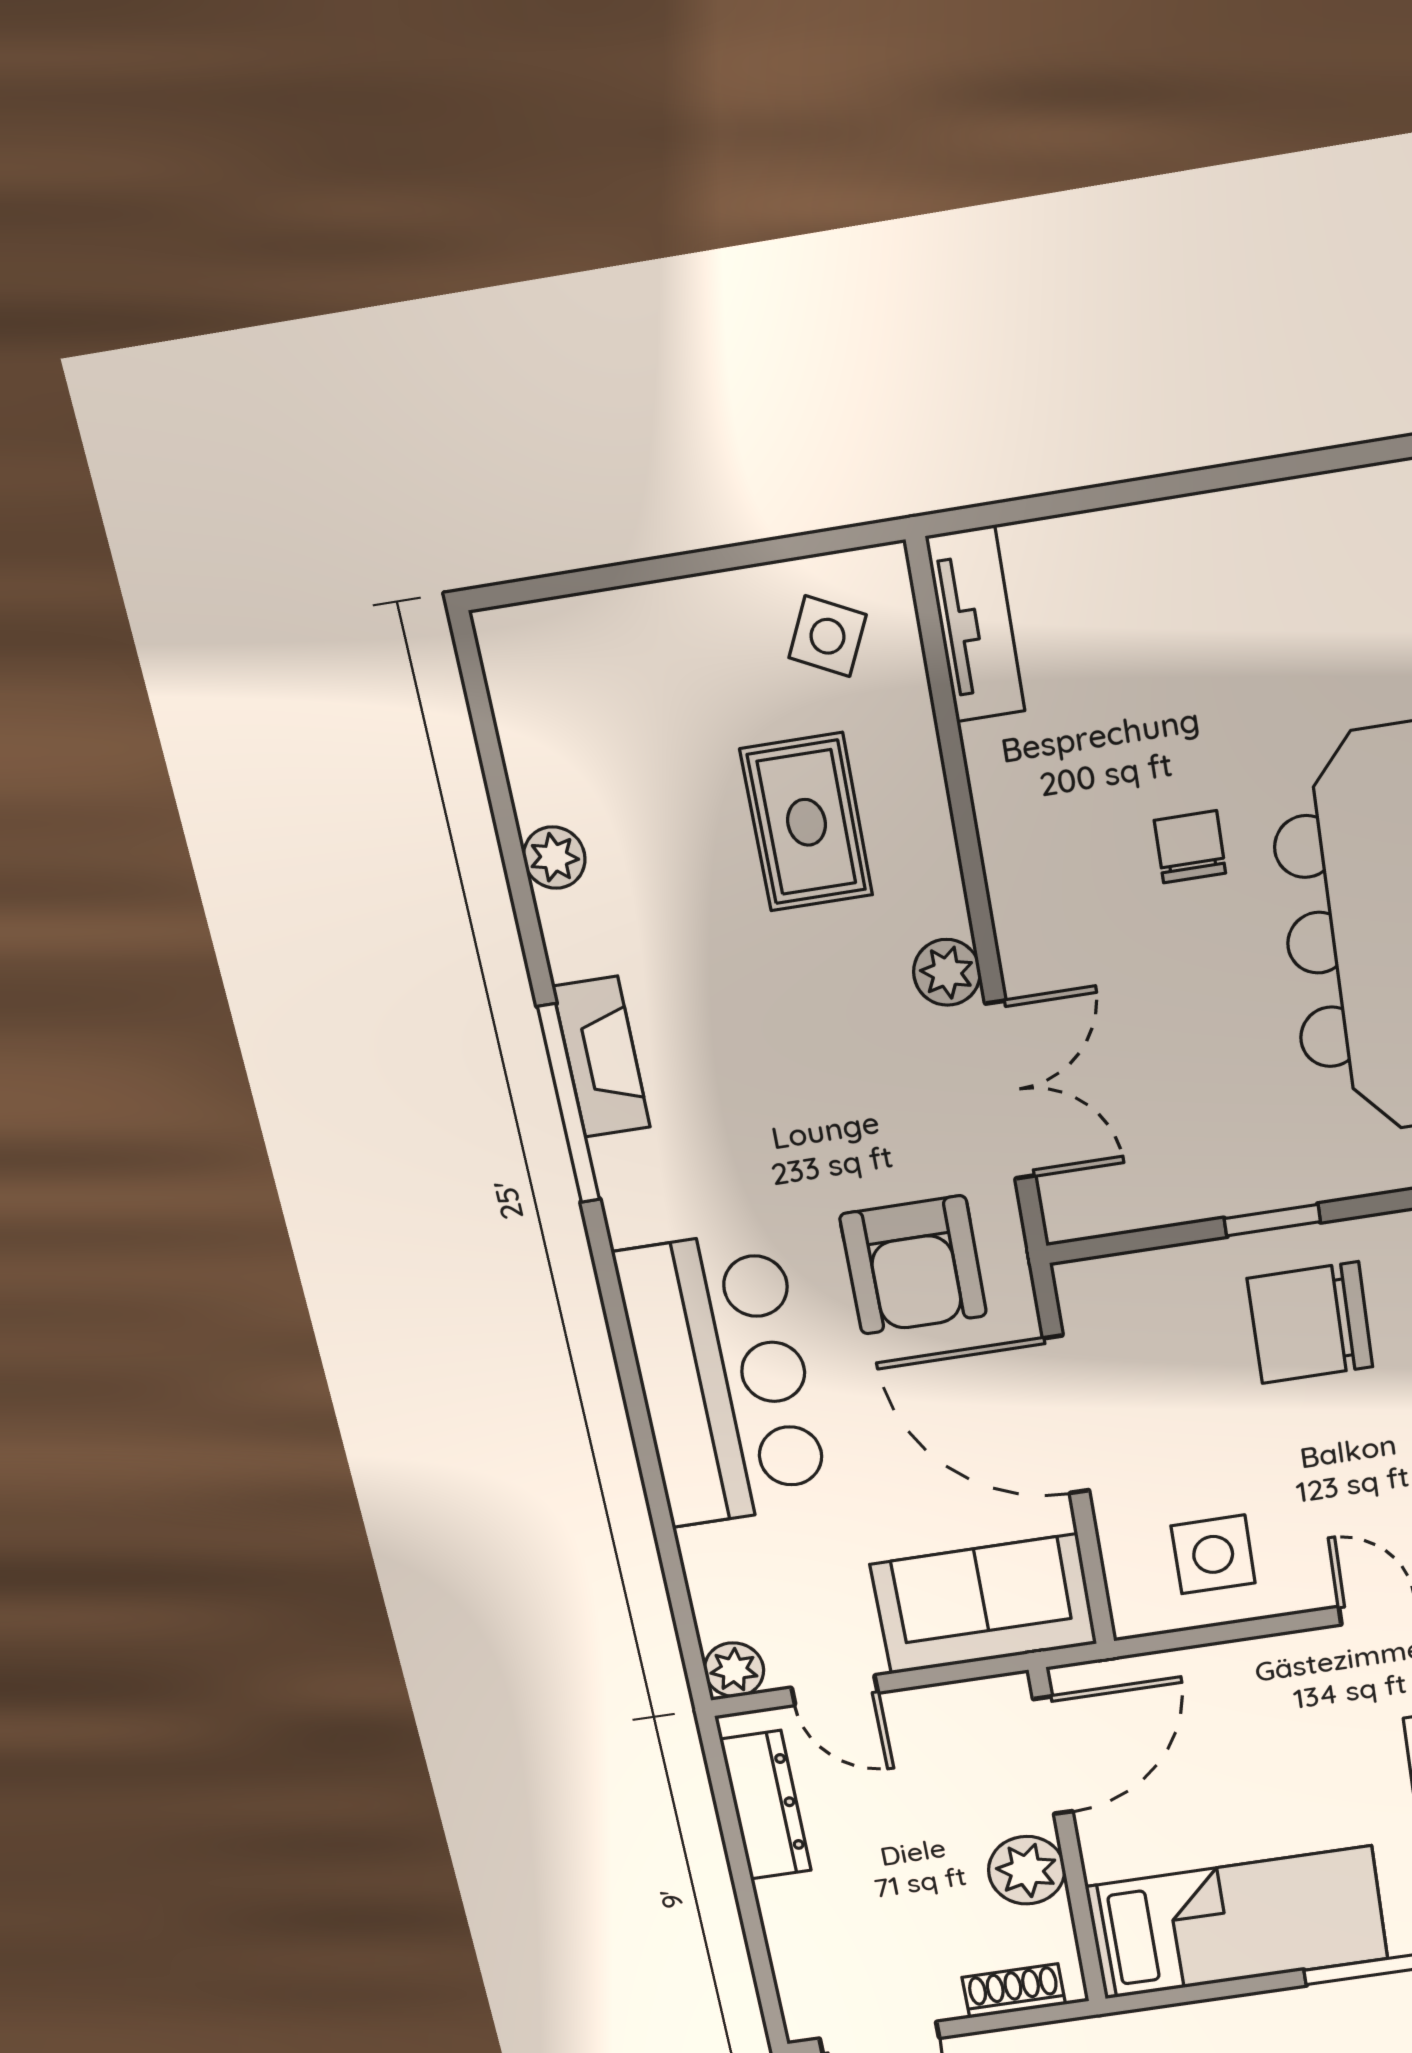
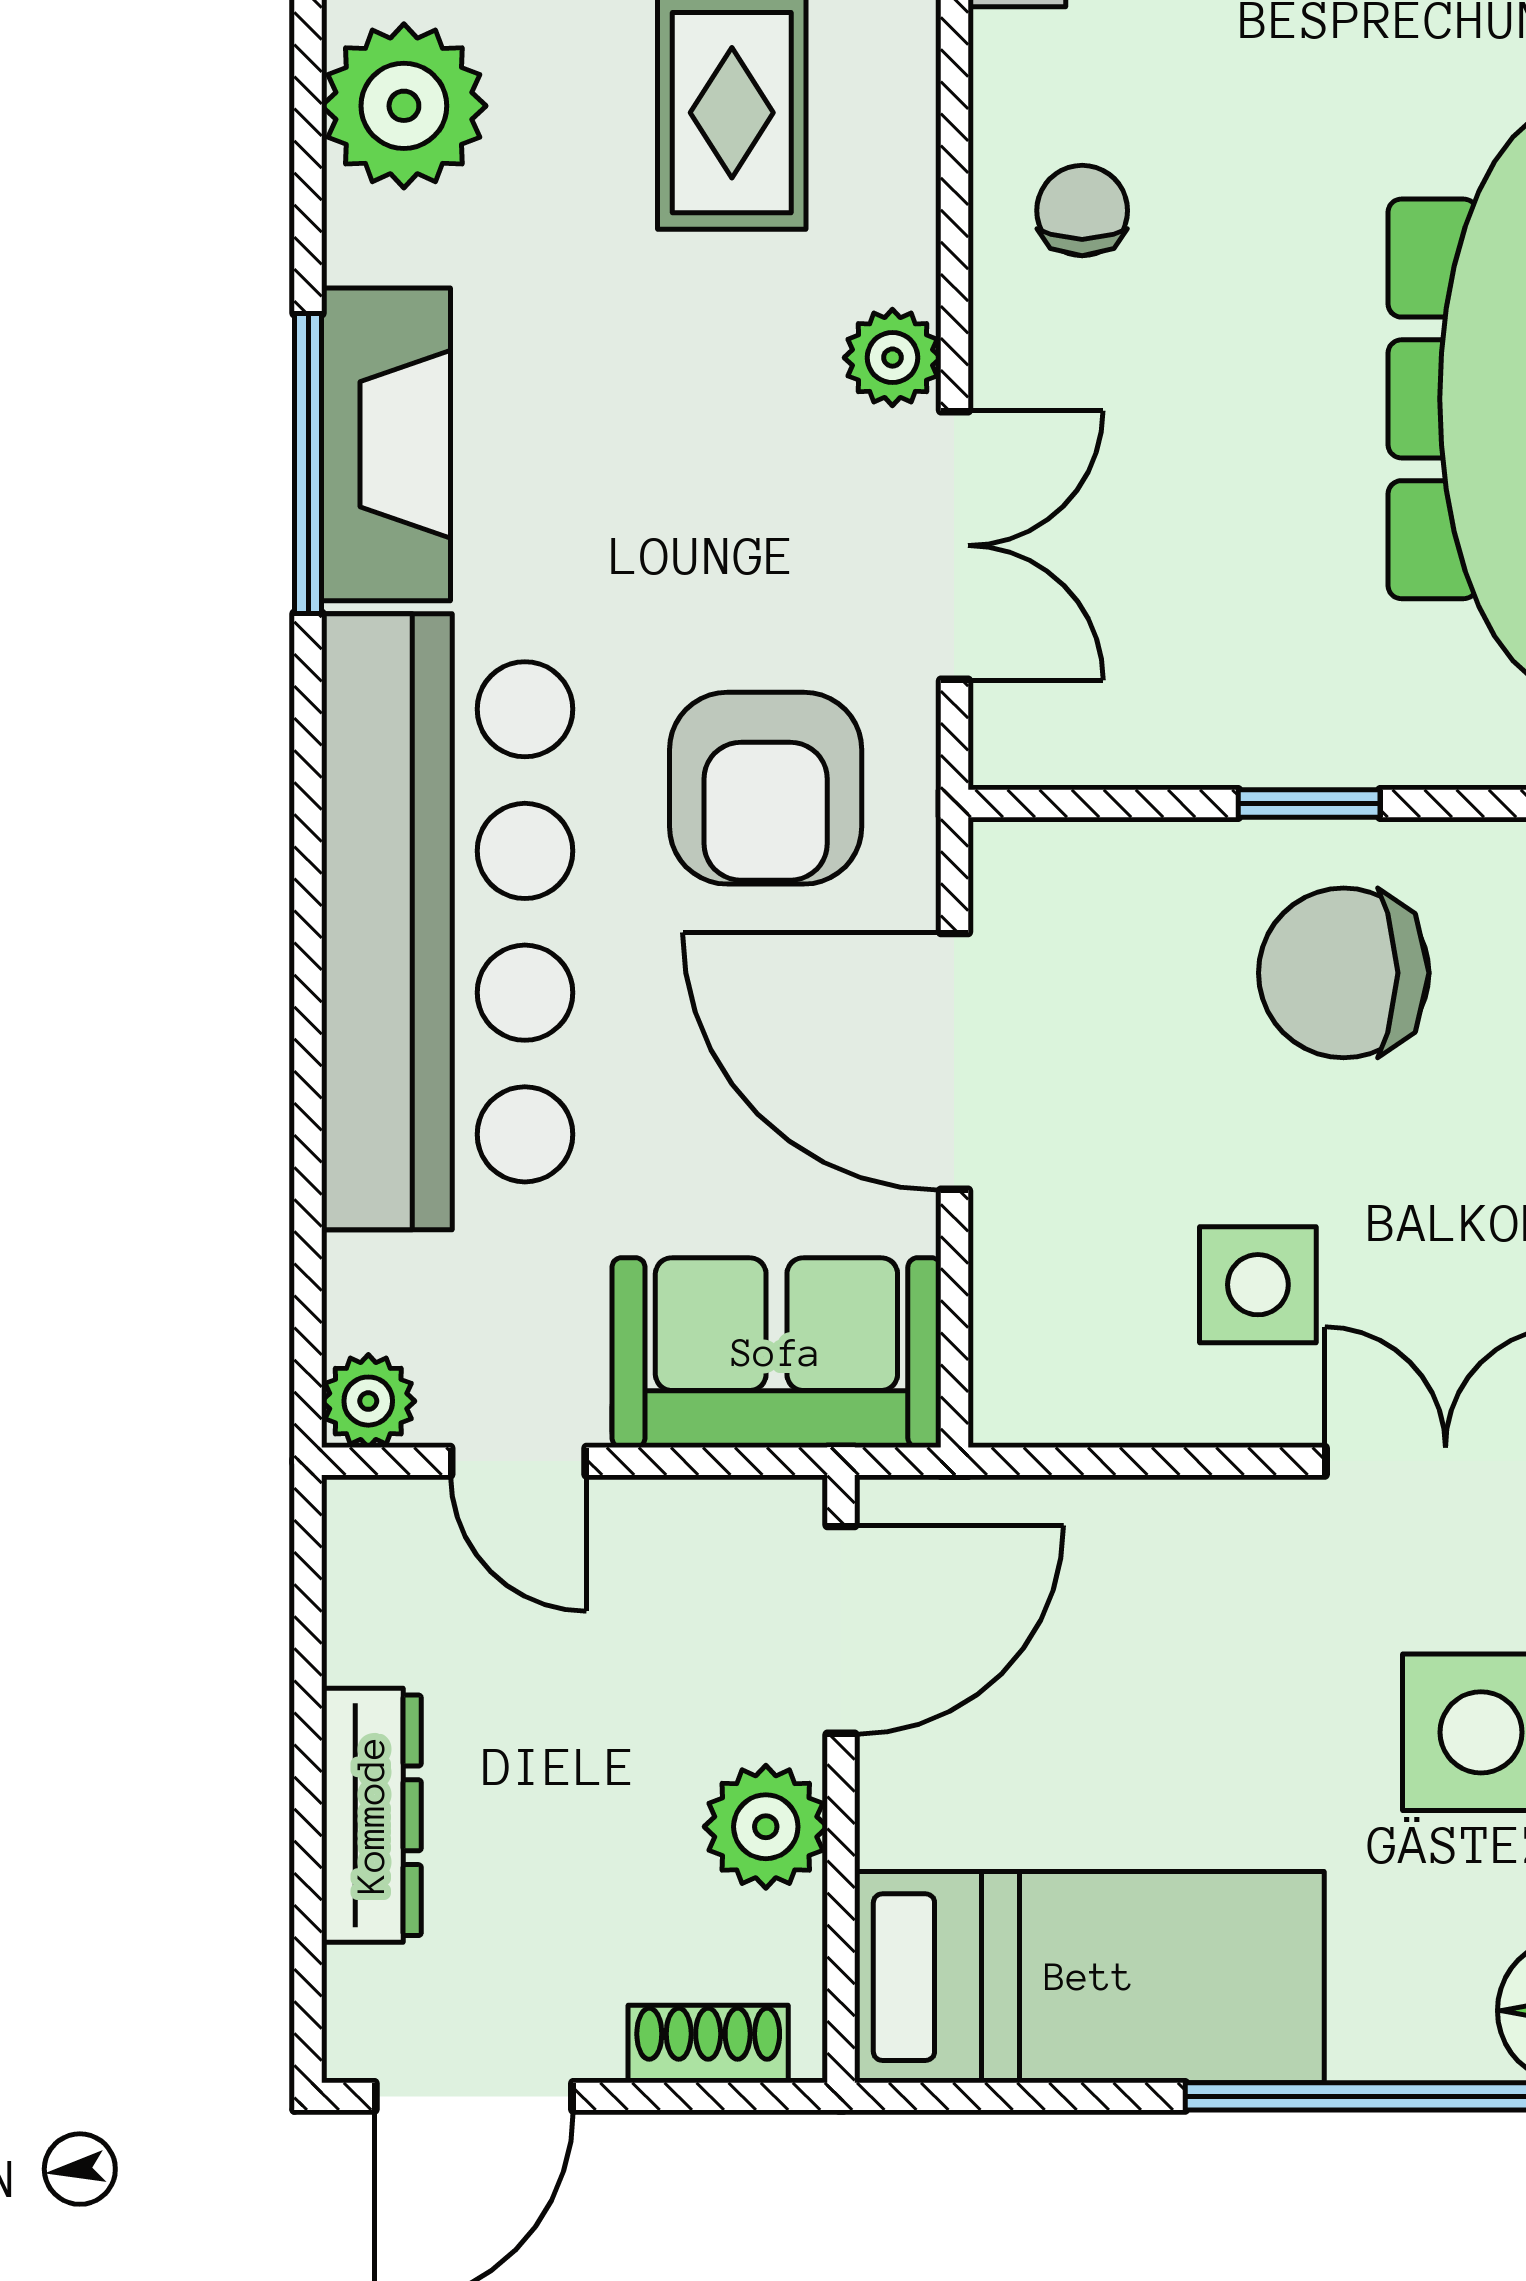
chair: (1190, 847) -> (1082, 211), moved
plant: (554, 858) -> (404, 106), width x1.88, depth x1.88
fireplace: (601, 1057) -> (386, 444), width x1.37, depth x1.32
bar counter: (723, 1379) -> (447, 922), width x1.36
side table: (1213, 1554) -> (1258, 1285), moved
dresser: (766, 1805) -> (371, 1815), moved

